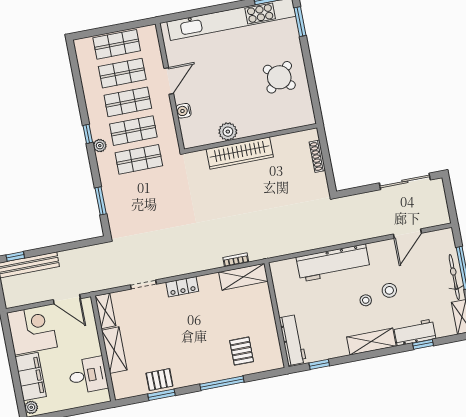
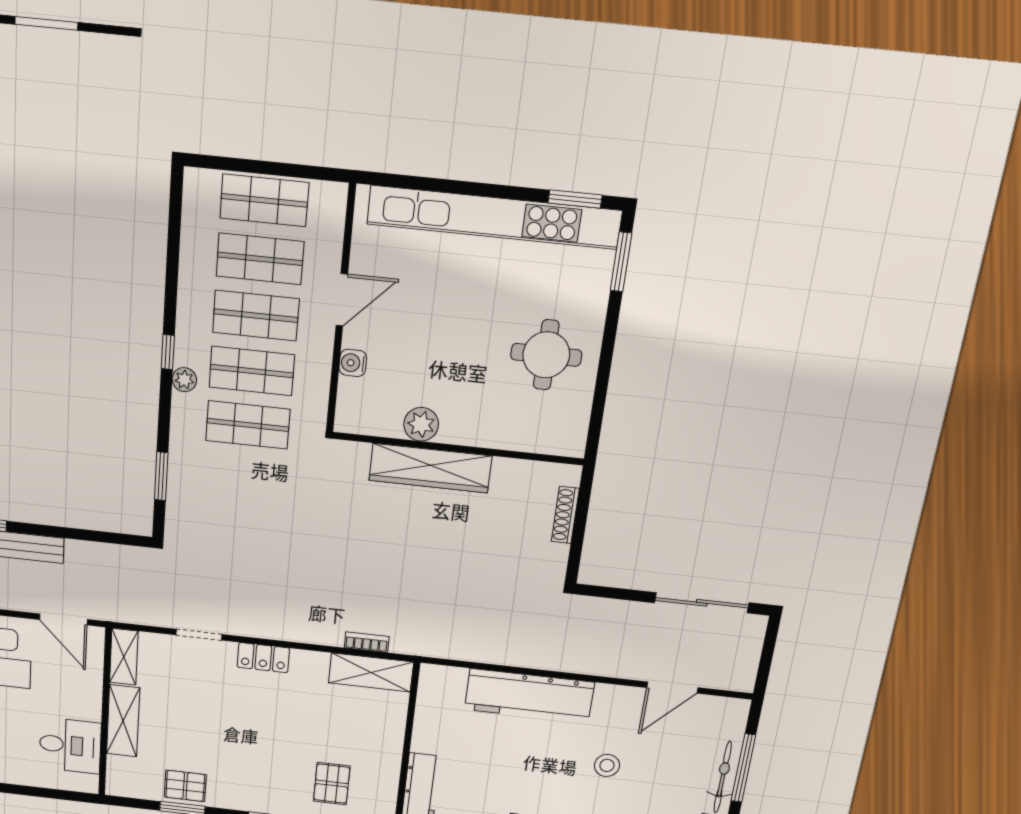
round table: (279, 77) -> (546, 355), turned 45
stool: (366, 300) -> (562, 769), removed

